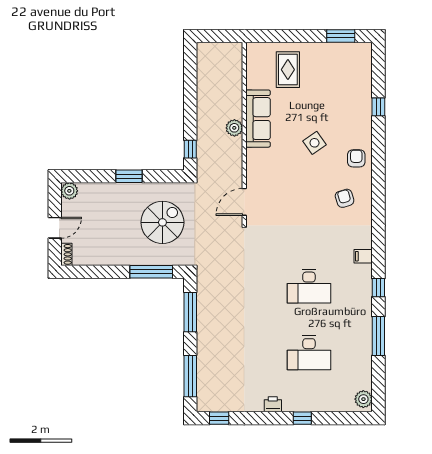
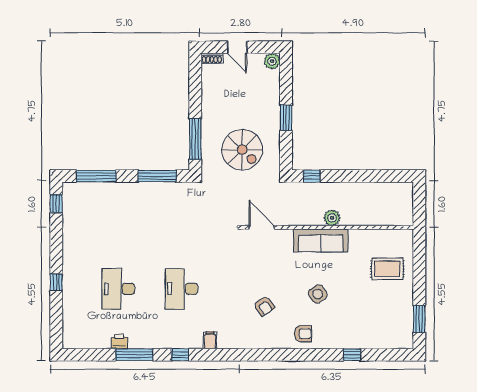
sofa: (258, 119) -> (321, 240), moved
armchair: (345, 198) -> (264, 306), moved, turned 73
plant: (363, 399) -> (74, 341), removed
printer: (273, 404) -> (119, 342), moved, turned -90

